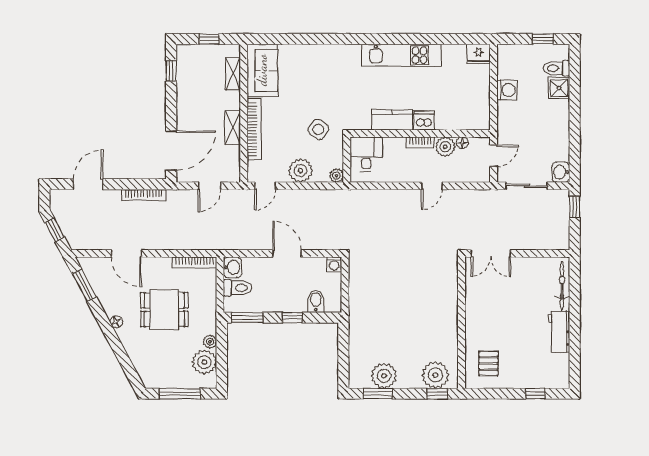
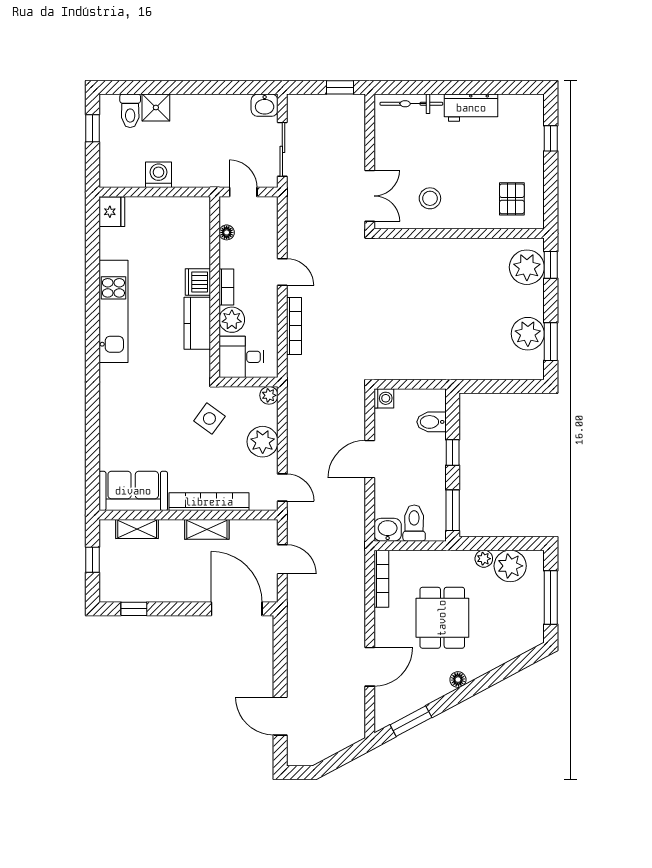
plant: (445, 147) -> (232, 320), moved
bookcase: (144, 195) -> (294, 326), moved
window: (575, 207) -> (340, 87), moved
window: (55, 230) -> (339, 759), removed
stool: (489, 300) -> (430, 198), added
pallet: (488, 363) -> (512, 199), turned 90

